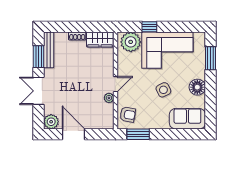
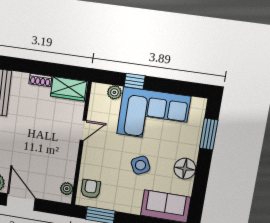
plant: (131, 42) -> (114, 92), width x0.53, depth x0.53
door: (116, 84) -> (83, 130), moved
plant: (109, 98) -> (67, 189), moved
armchair: (128, 115) -> (91, 189), turned -100

